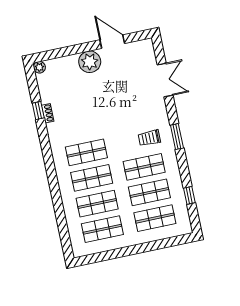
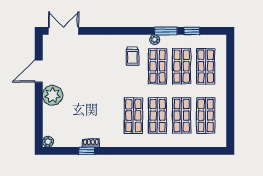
double door: (165, 80) -> (64, 31), moved
window: (177, 137) -> (166, 31), moved
plant: (172, 158) -> (155, 40), added

